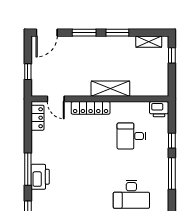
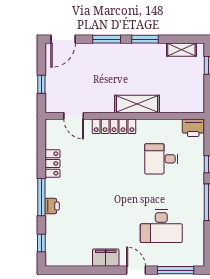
locker: (37, 118) -> (52, 163), moved
printer: (40, 177) -> (52, 206), width x0.53, depth x0.68

